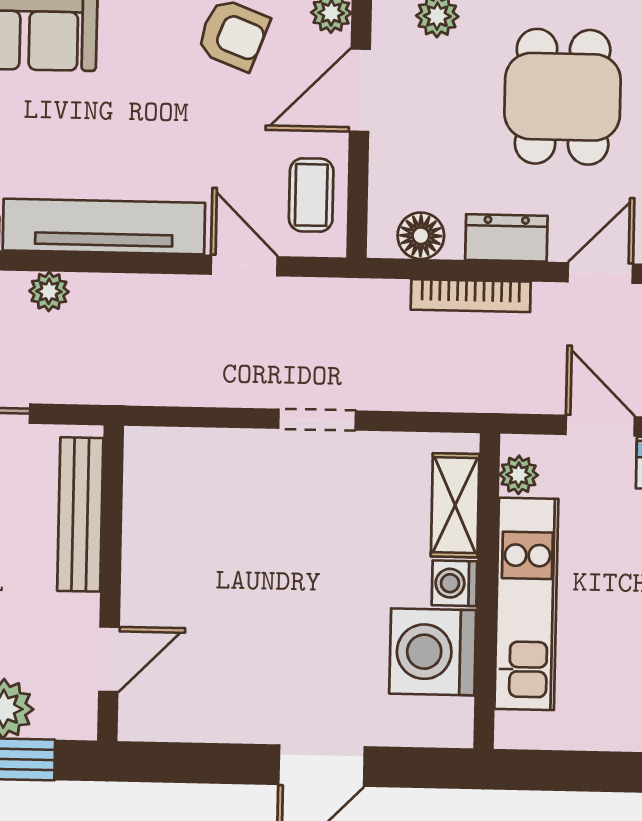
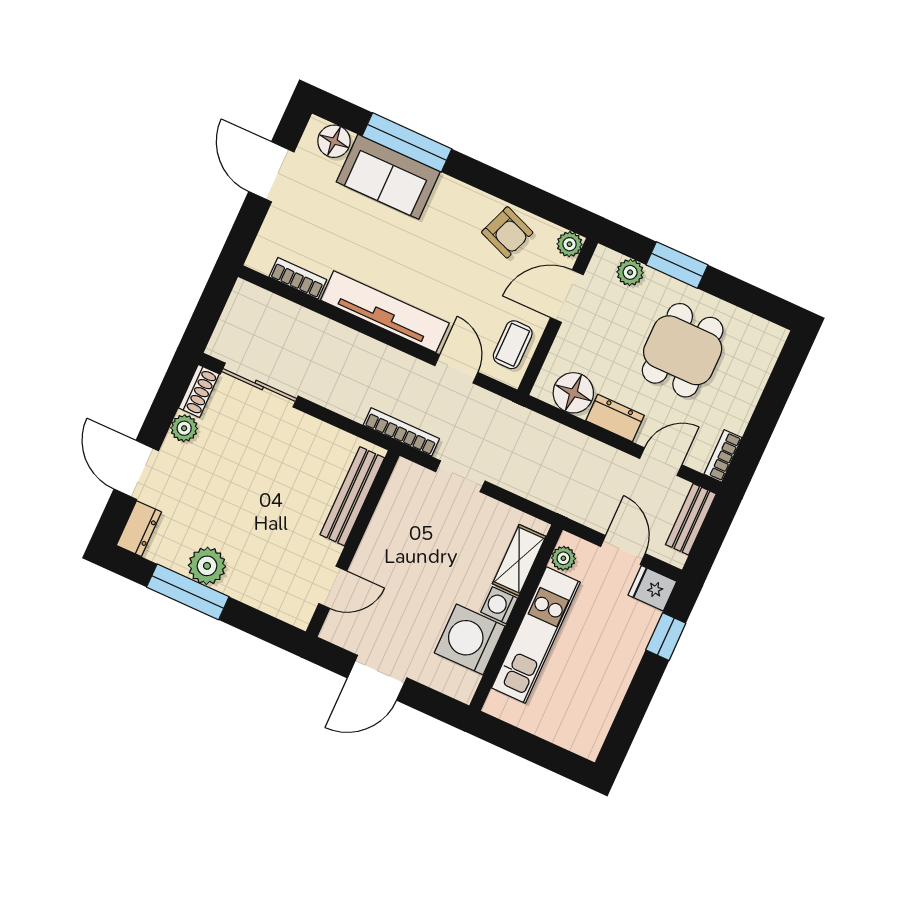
floor lamp: (421, 236) -> (573, 393), width x1.38, depth x1.38
plant: (49, 291) -> (337, 335), removed
bookcase: (471, 296) -> (401, 432), moved, turned 180
bench: (80, 514) -> (352, 496), moved
wall: (111, 583) -> (353, 544), moved
door: (109, 659) -> (333, 587), moved

